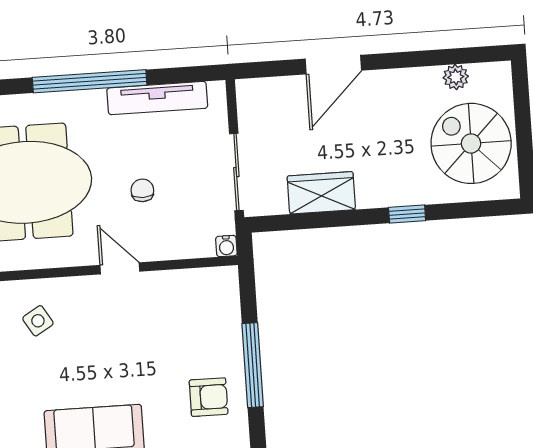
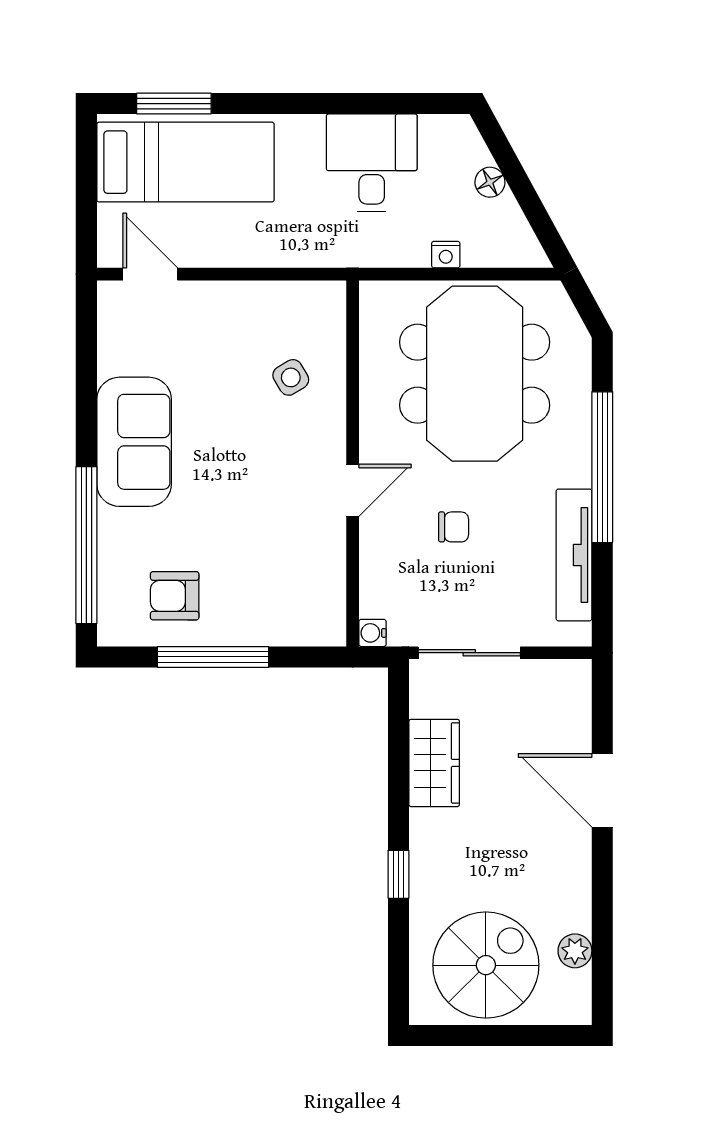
armchair: (209, 397) -> (175, 596), turned 90

